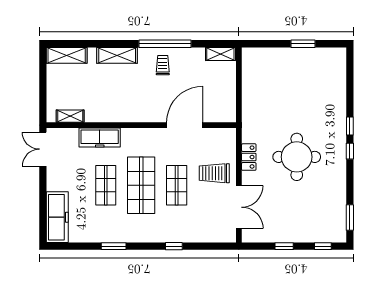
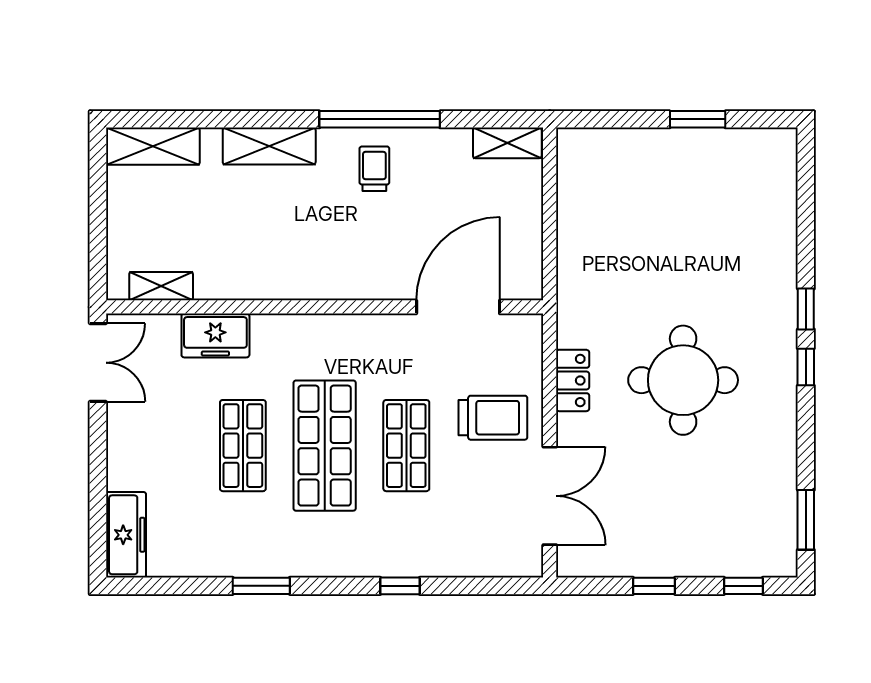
door: (185, 125) -> (458, 307), moved
freezer: (100, 138) -> (215, 335), width x0.71
double door: (43, 149) -> (98, 363), swing flipped
trolley: (214, 173) -> (493, 418), turned 180
freezer: (57, 217) -> (126, 535), width x0.73, depth x0.79

